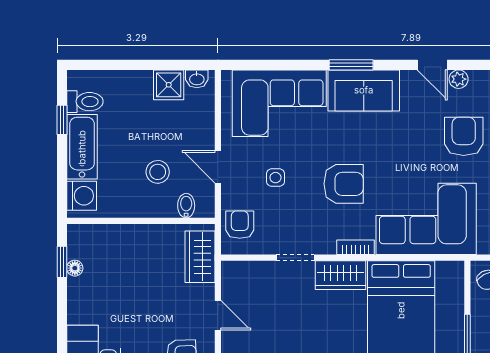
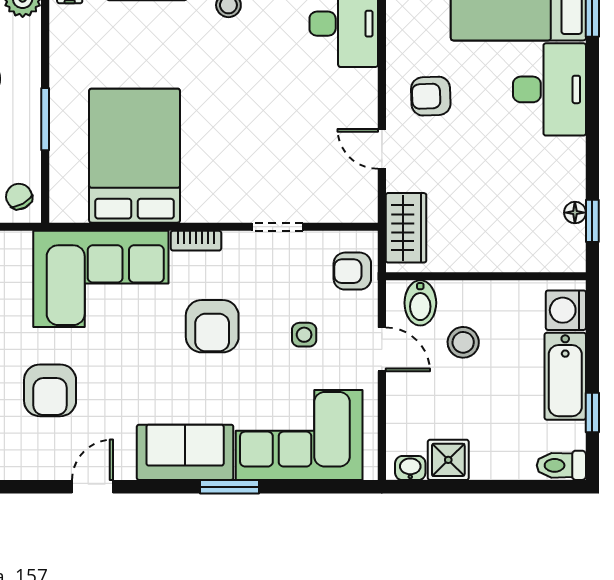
window: (351, 65) -> (230, 487), moved
door: (432, 65) -> (93, 487), hinge flipped
plant: (459, 79) -> (57, 468), removed
toilet: (85, 102) -> (561, 465), moved
armchair: (344, 184) -> (212, 326), turned -90
bidet: (186, 206) -> (420, 303), width x1.38, depth x1.36
armchair: (240, 225) -> (352, 271), turned 90
wardrobe: (340, 275) -> (216, 203), removed

